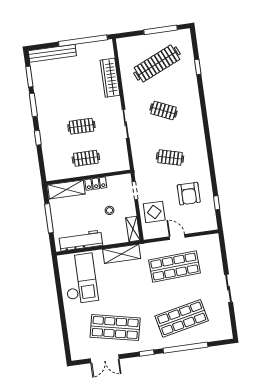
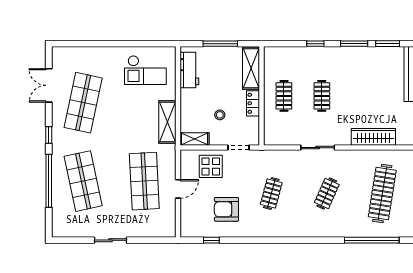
clothes rail: (157, 63) -> (382, 193), turned 33
window: (198, 67) -> (372, 240), width x3.17
workbench: (81, 241) -> (189, 70), width x0.73
checkout: (80, 279) -> (145, 70), width x0.73, depth x0.83

